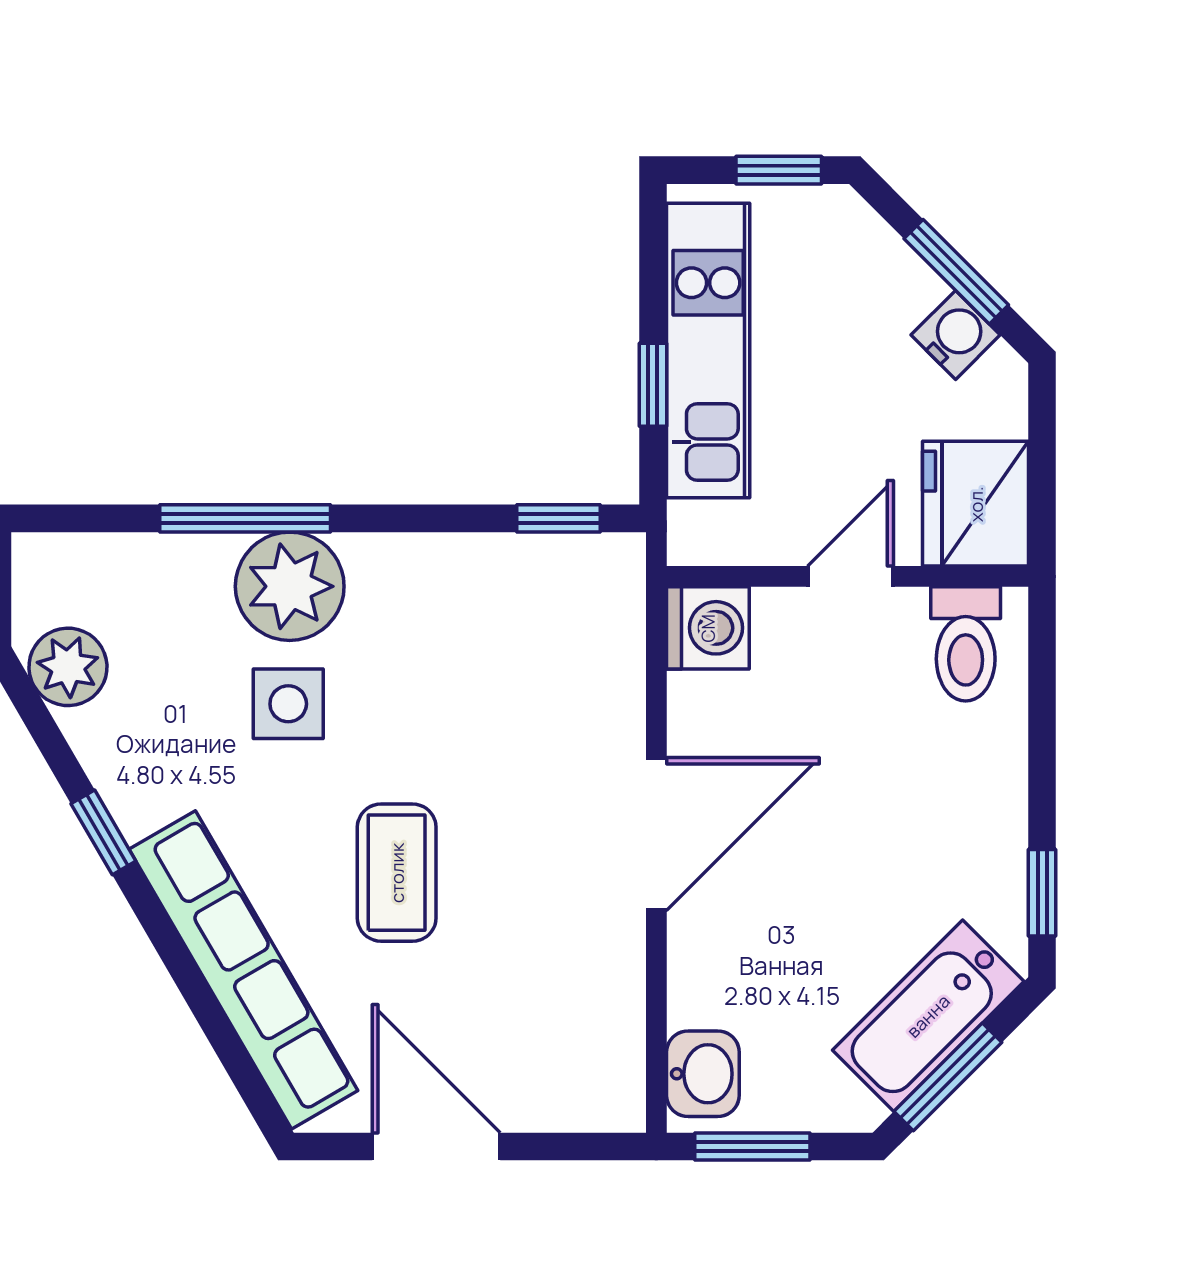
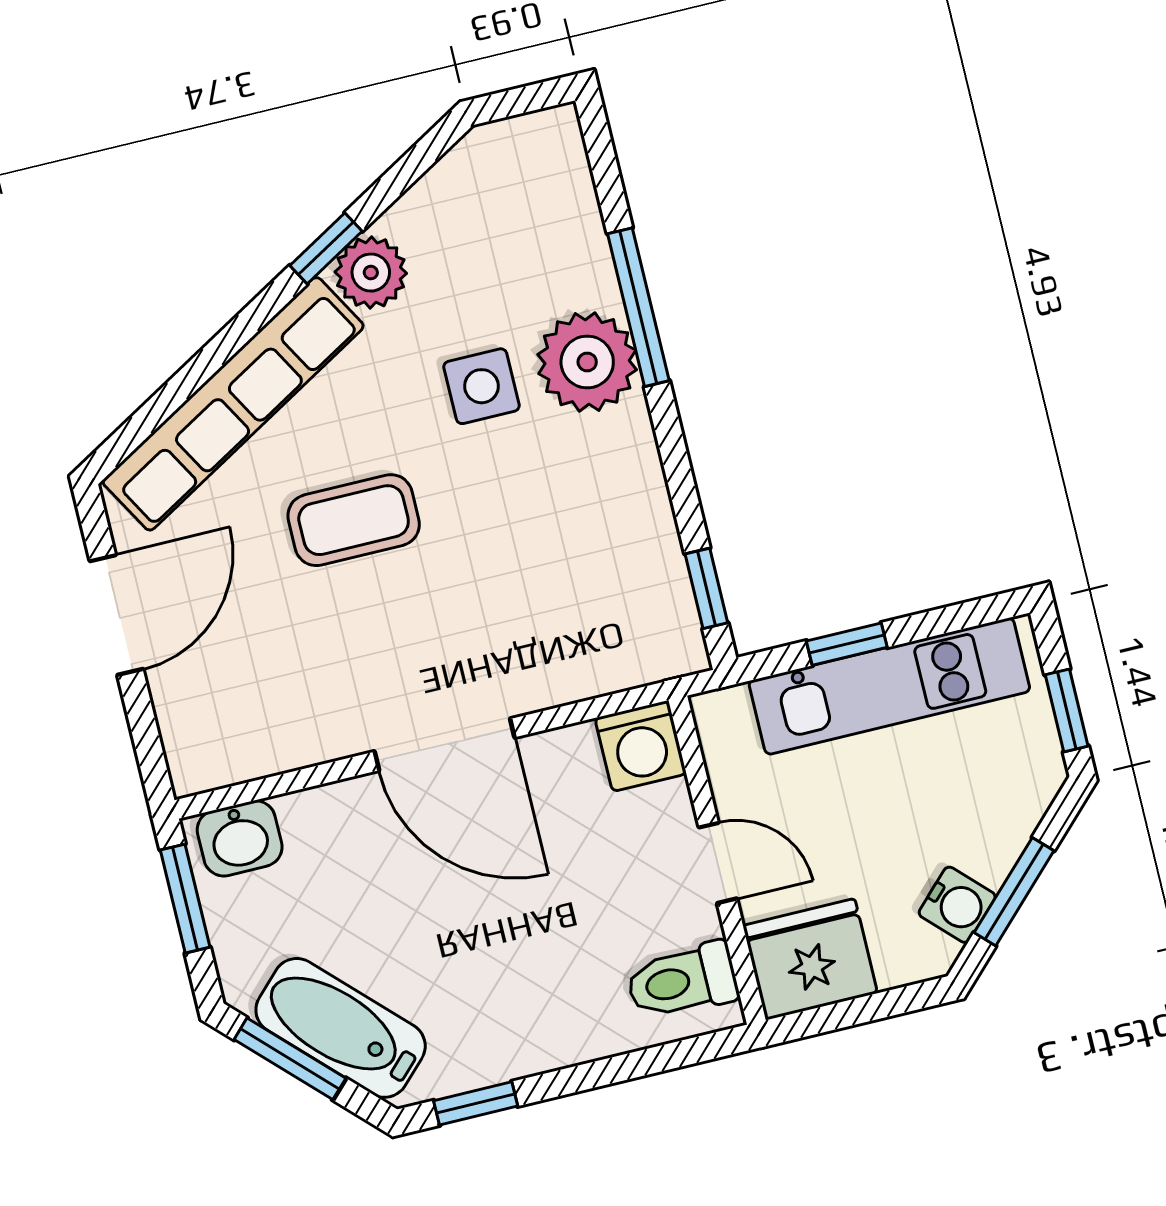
plant: (68, 667) -> (371, 273), moved

